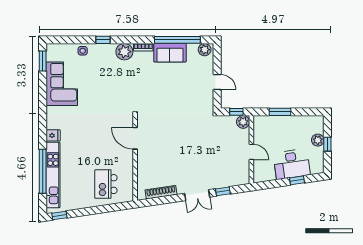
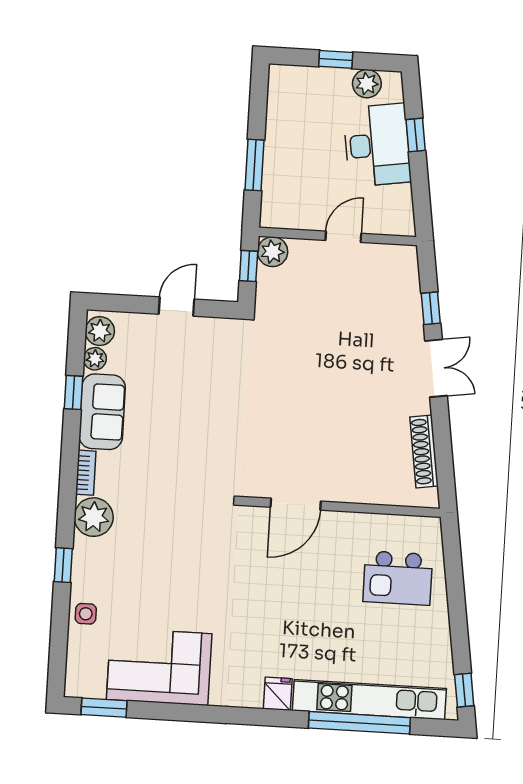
window: (177, 40) -> (73, 392), width x0.32
plant: (193, 48) -> (95, 359), added
plant: (318, 140) -> (367, 84), moved

